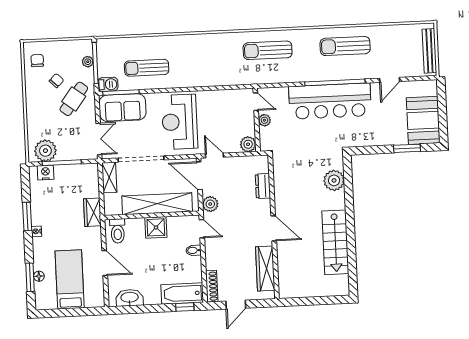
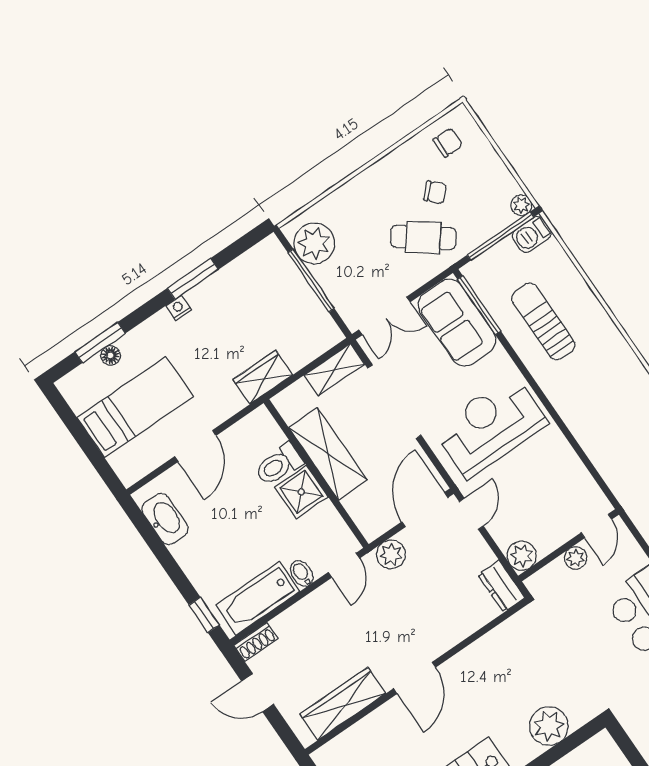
plant: (88, 62) -> (521, 205), moved
barbecue: (108, 84) -> (532, 234), moved, turned 90
nightstand: (46, 173) -> (280, 265), removed
dresser: (263, 186) -> (501, 586), moved, turned -90
shelving: (157, 204) -> (328, 454), width x0.68
toilet: (118, 231) -> (279, 465), moved
shoe rack: (212, 286) -> (256, 642), width x0.70
bathtub: (182, 294) -> (258, 598), moved, turned -90

